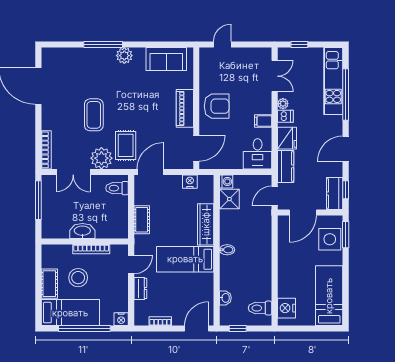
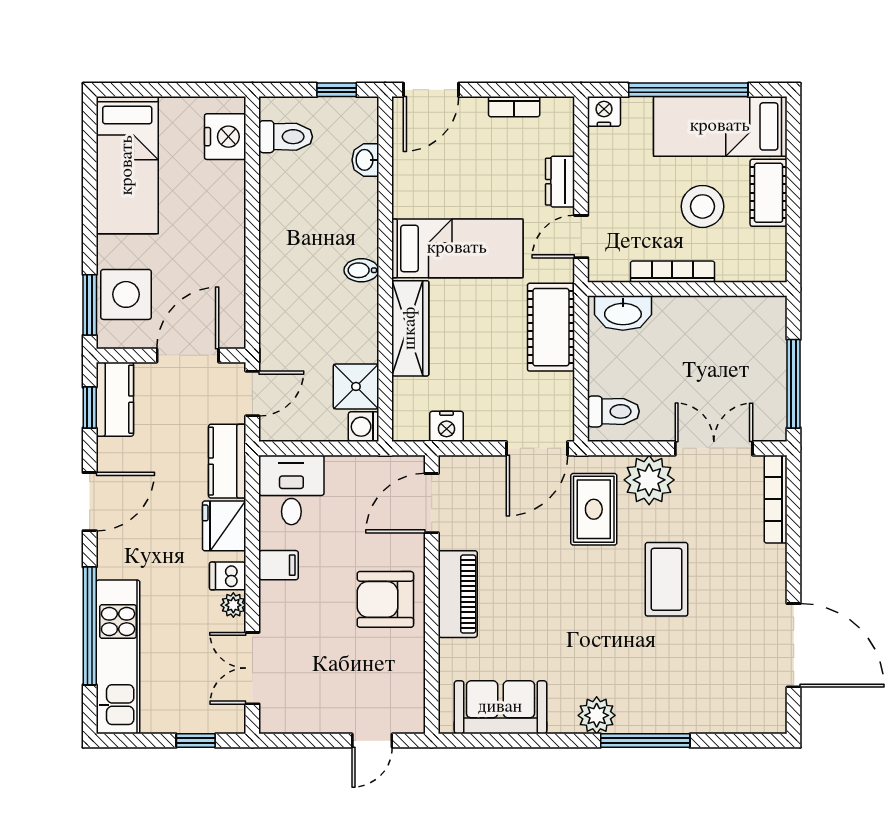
cot: (142, 220) -> (551, 327), width x1.37, depth x1.34
washbasin: (82, 231) -> (623, 313), moved

